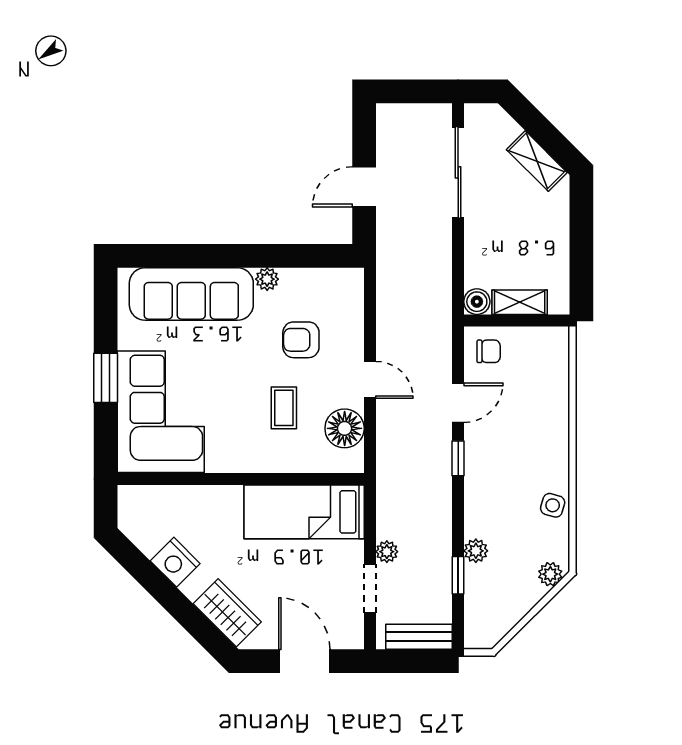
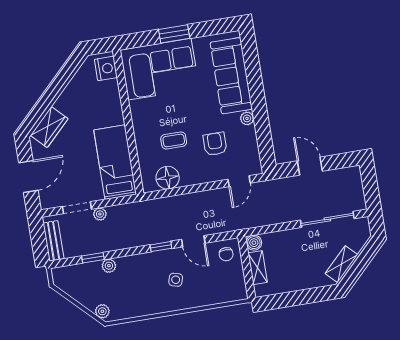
door: (370, 380) -> (239, 181), moved
side table: (553, 505) -> (176, 280), moved
nightstand: (175, 562) -> (106, 68), moved, turned 135

